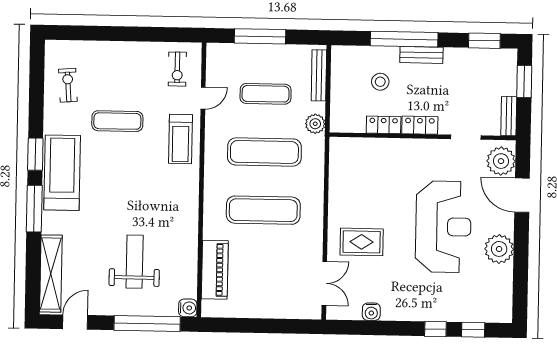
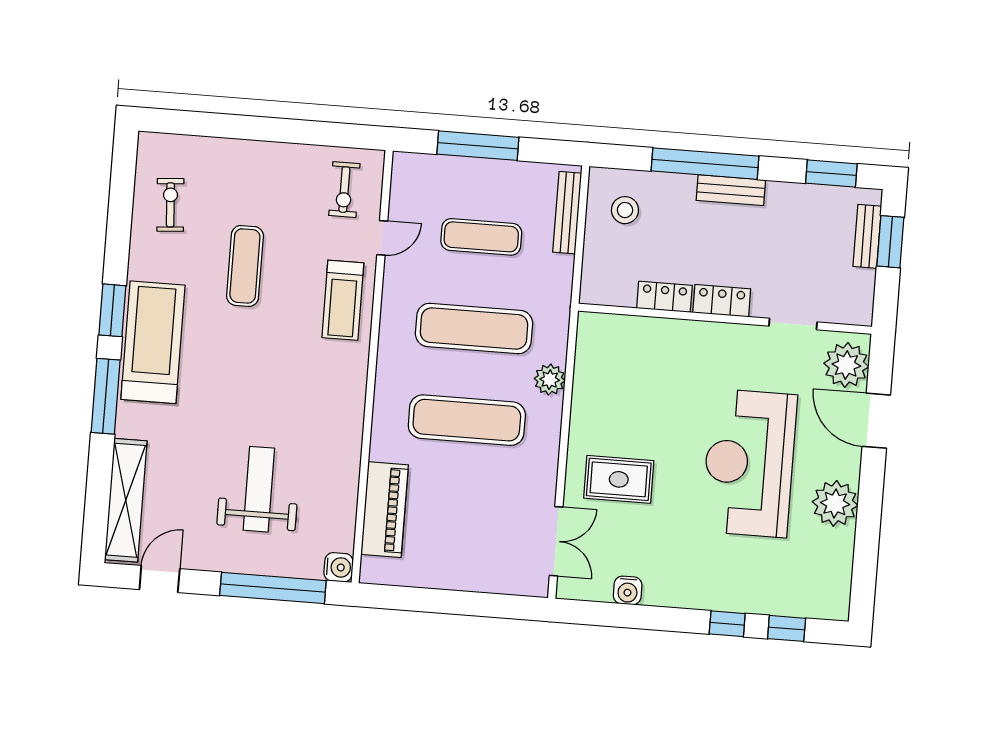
stool: (380, 82) -> (625, 210), moved
bench: (509, 116) -> (867, 236), moved
exercise mat: (117, 121) -> (245, 266), turned 90
plant: (315, 124) -> (550, 380), moved
reception desk: (443, 227) -> (749, 463), turned 180

